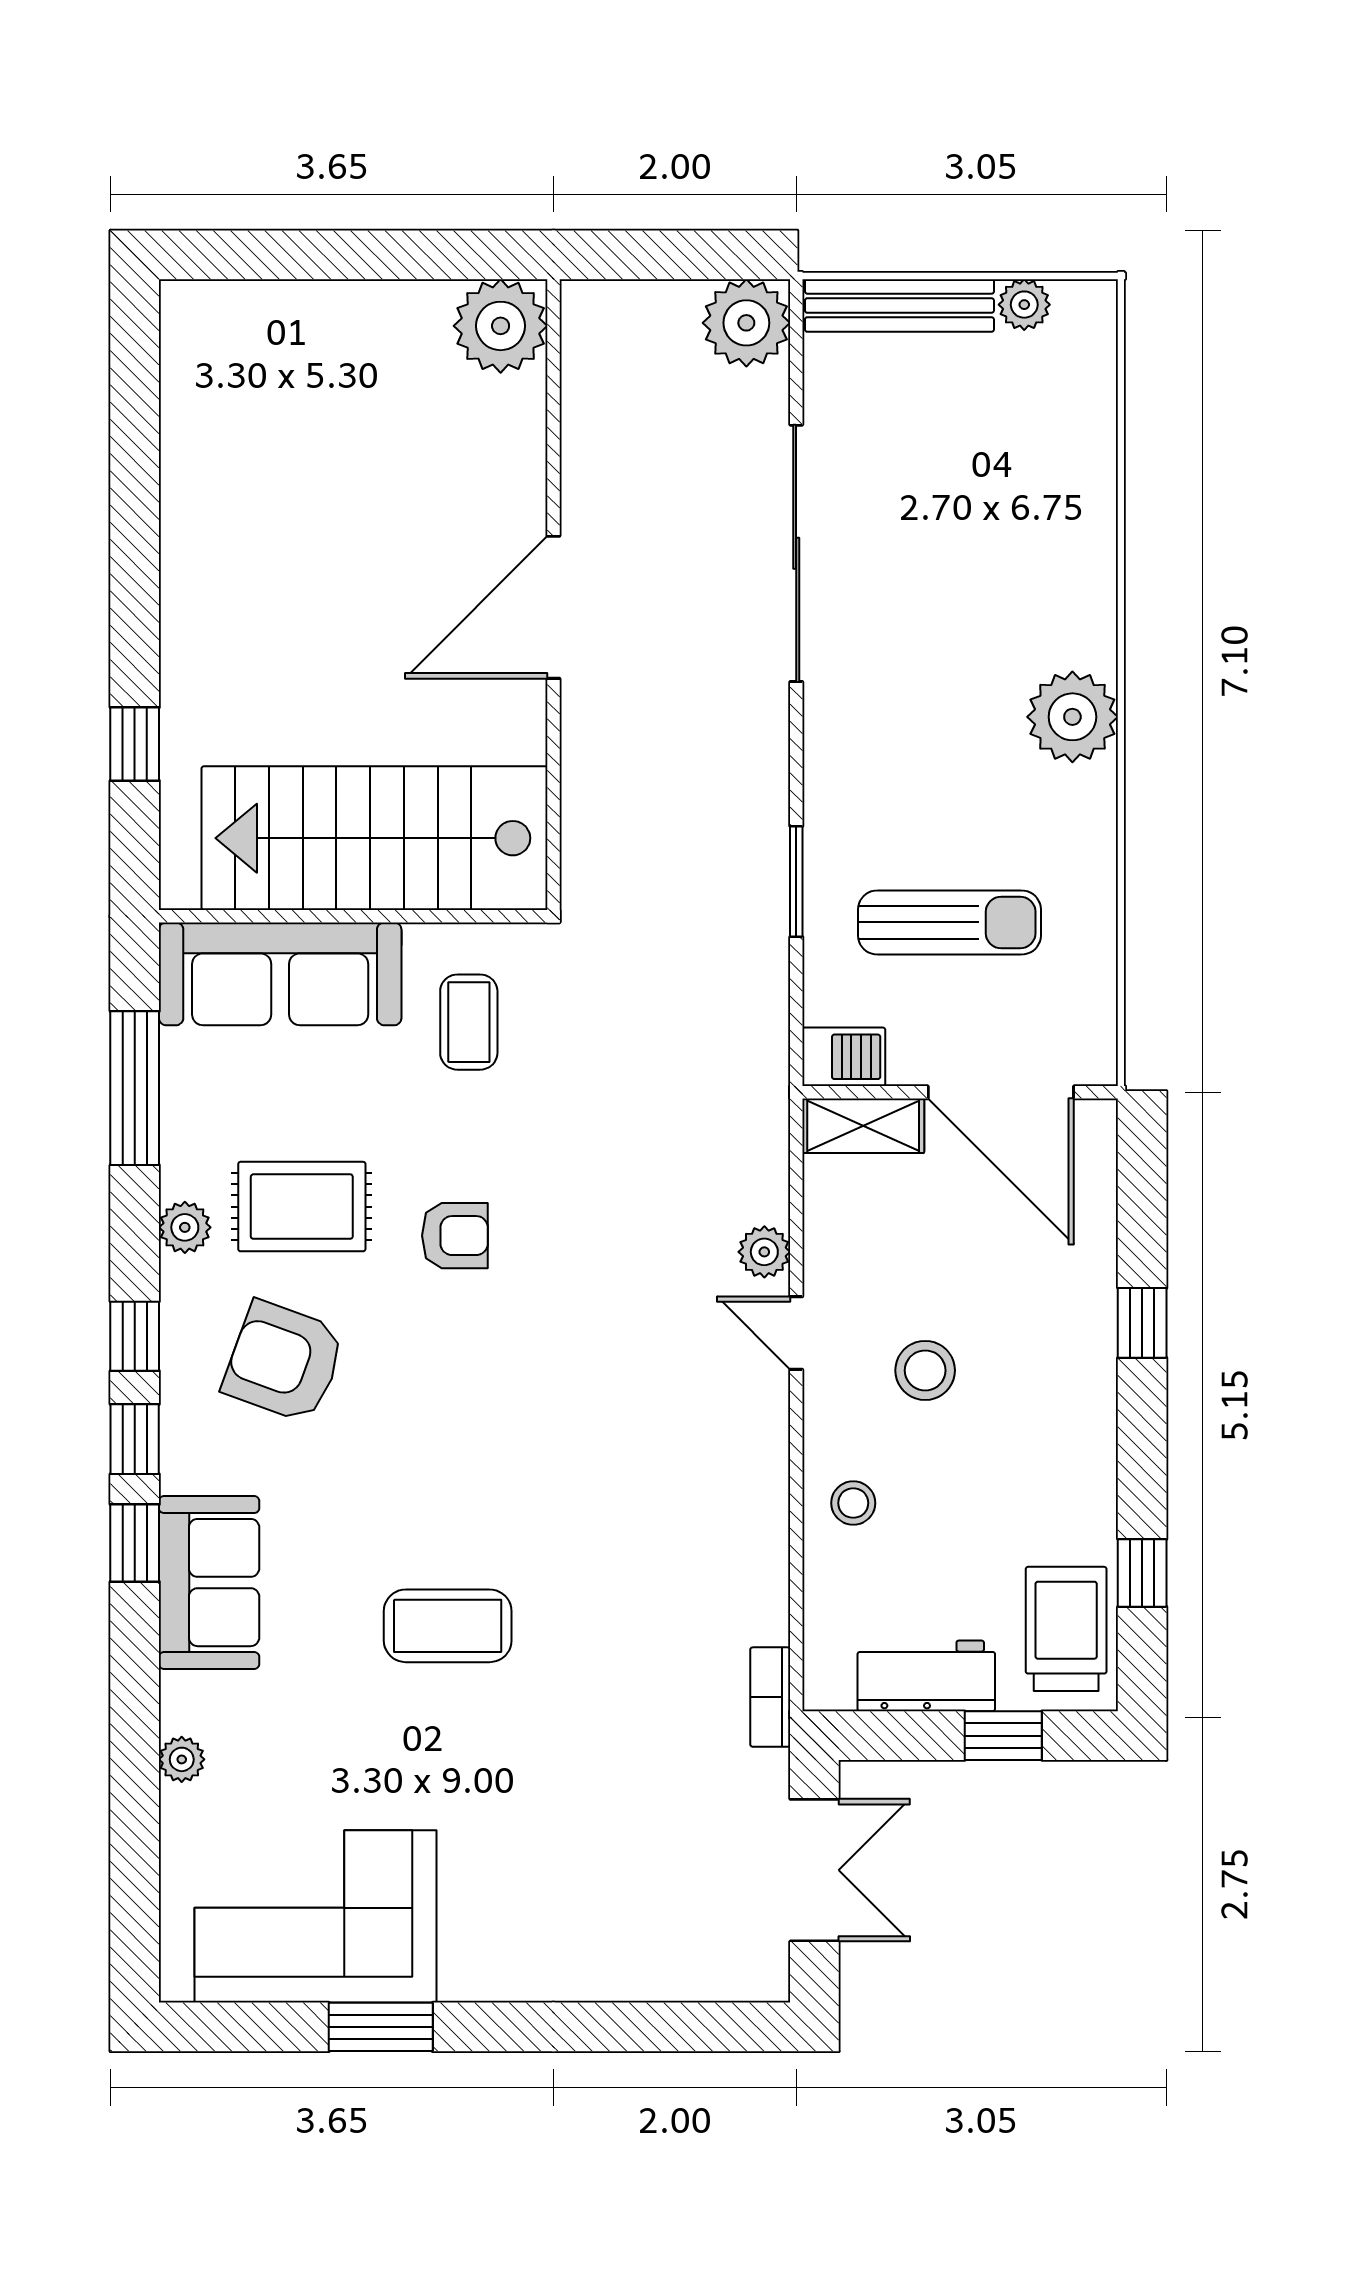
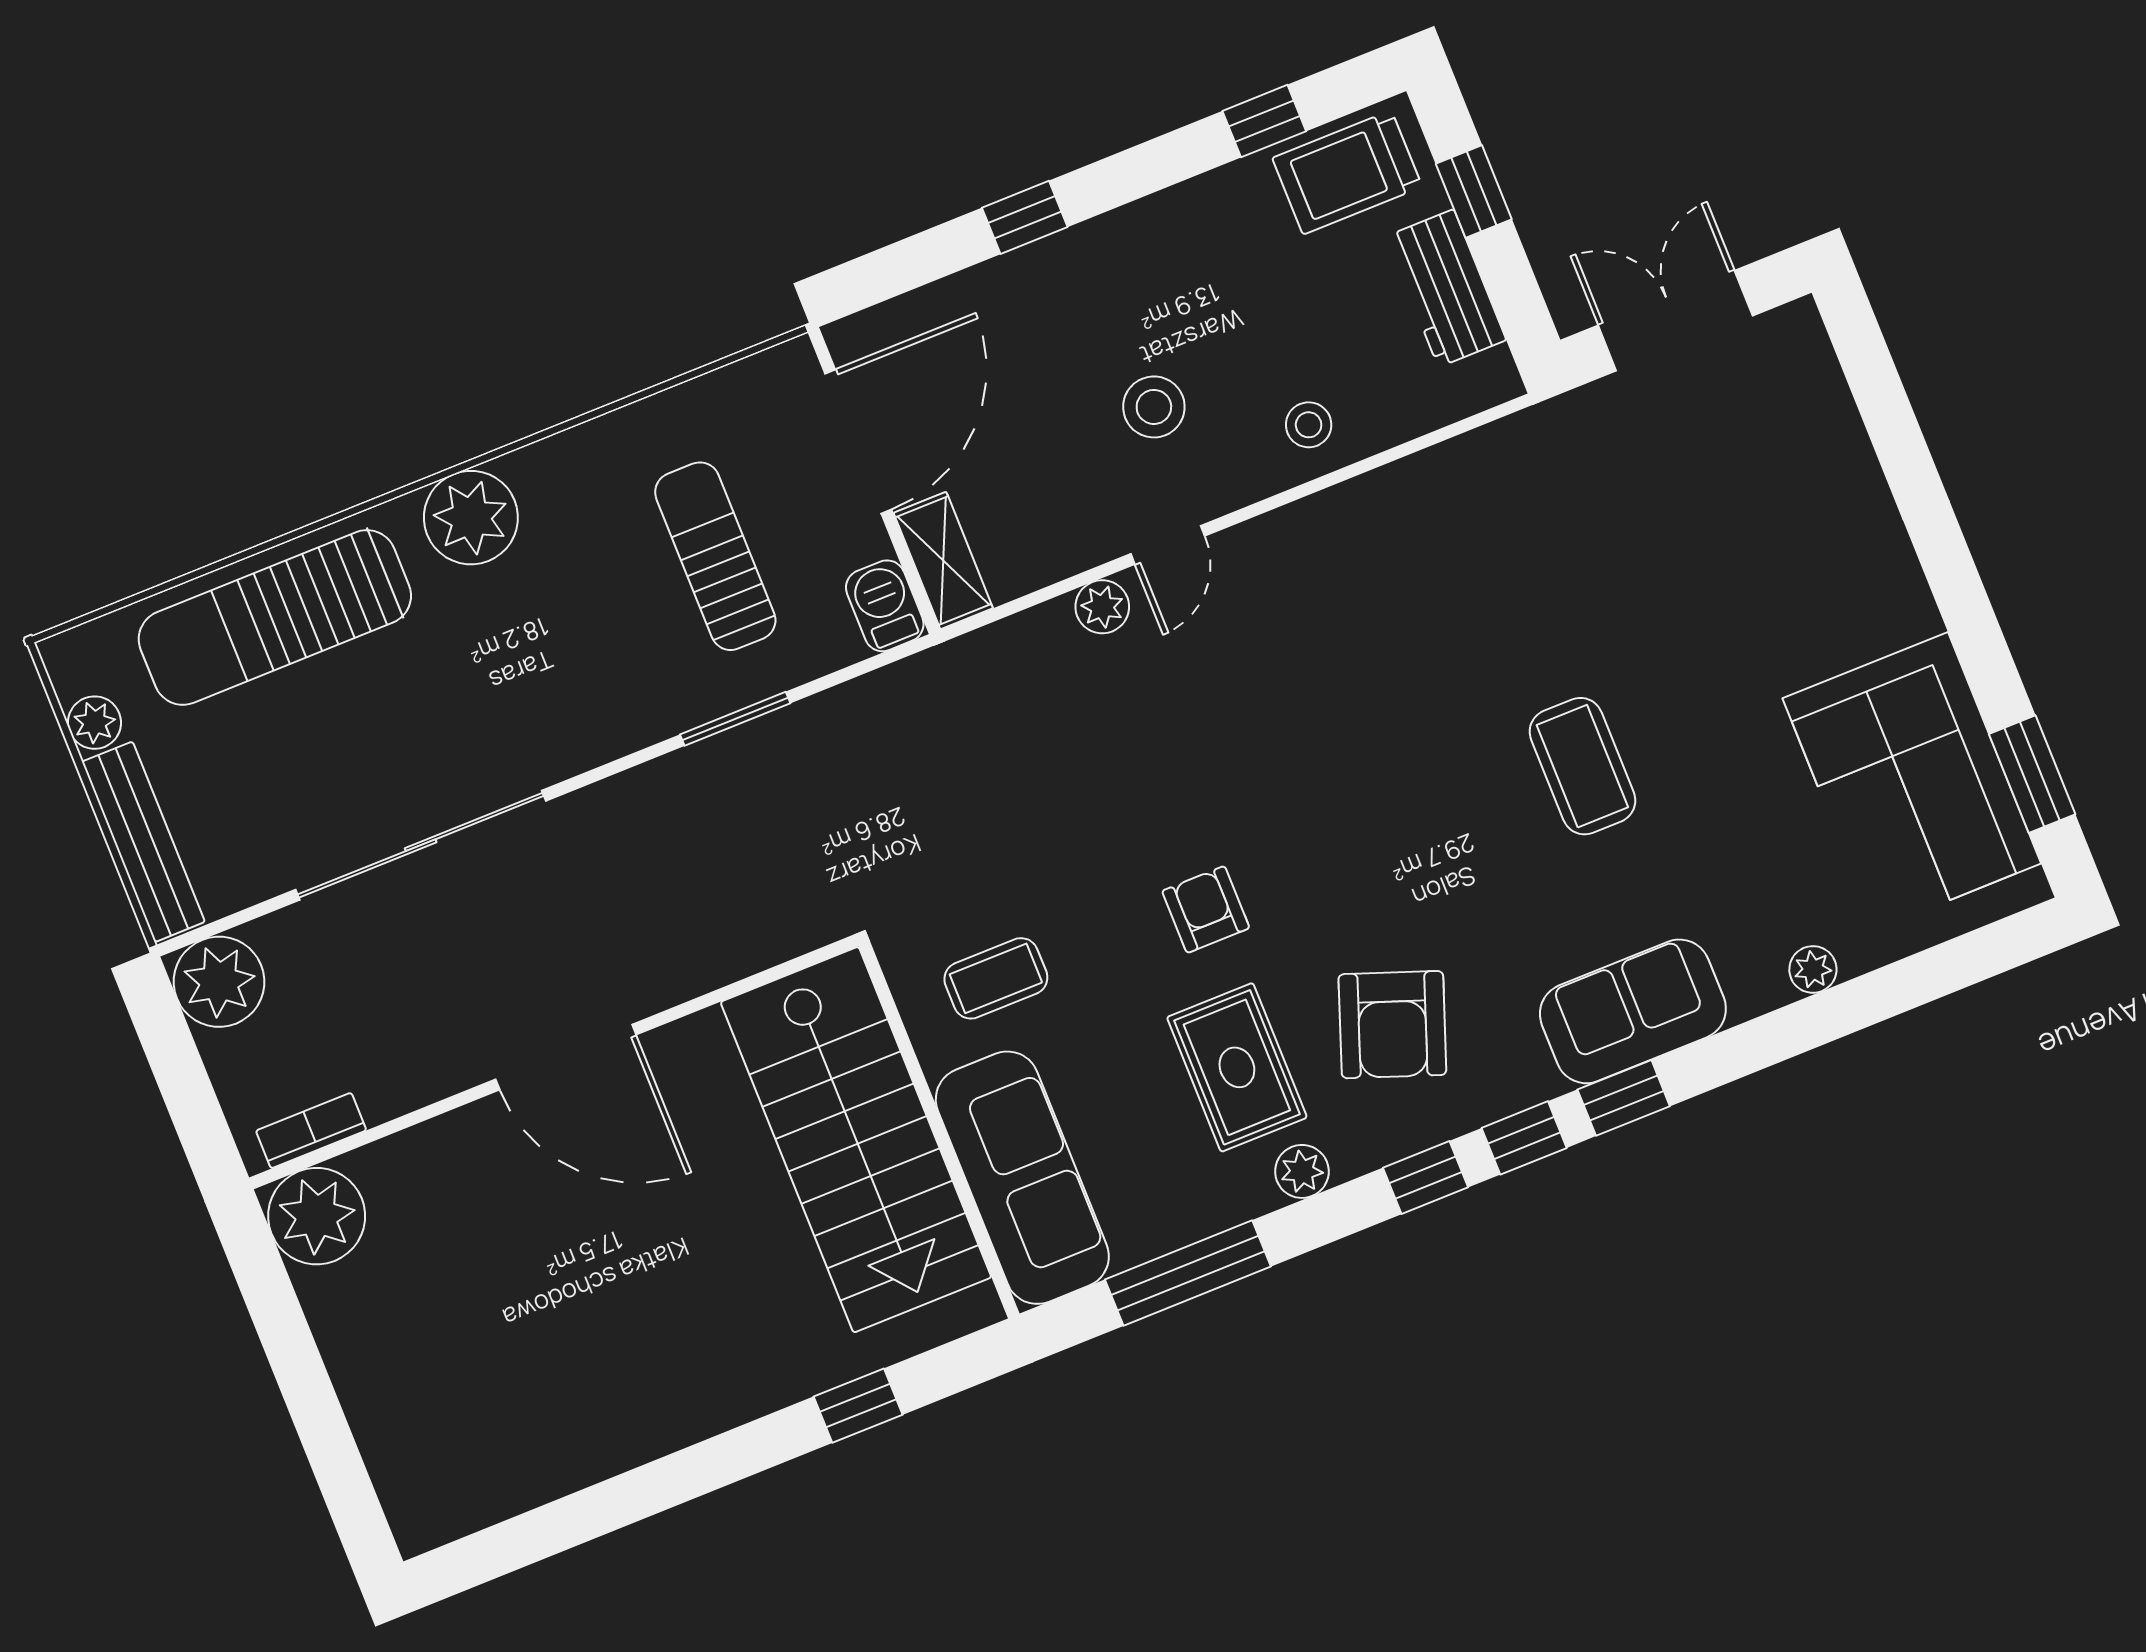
sun lounger: (1054, 505) -> (275, 617), added
bookcase: (770, 1697) -> (311, 1131), moved, turned 180
window: (381, 2027) -> (2032, 774), moved

